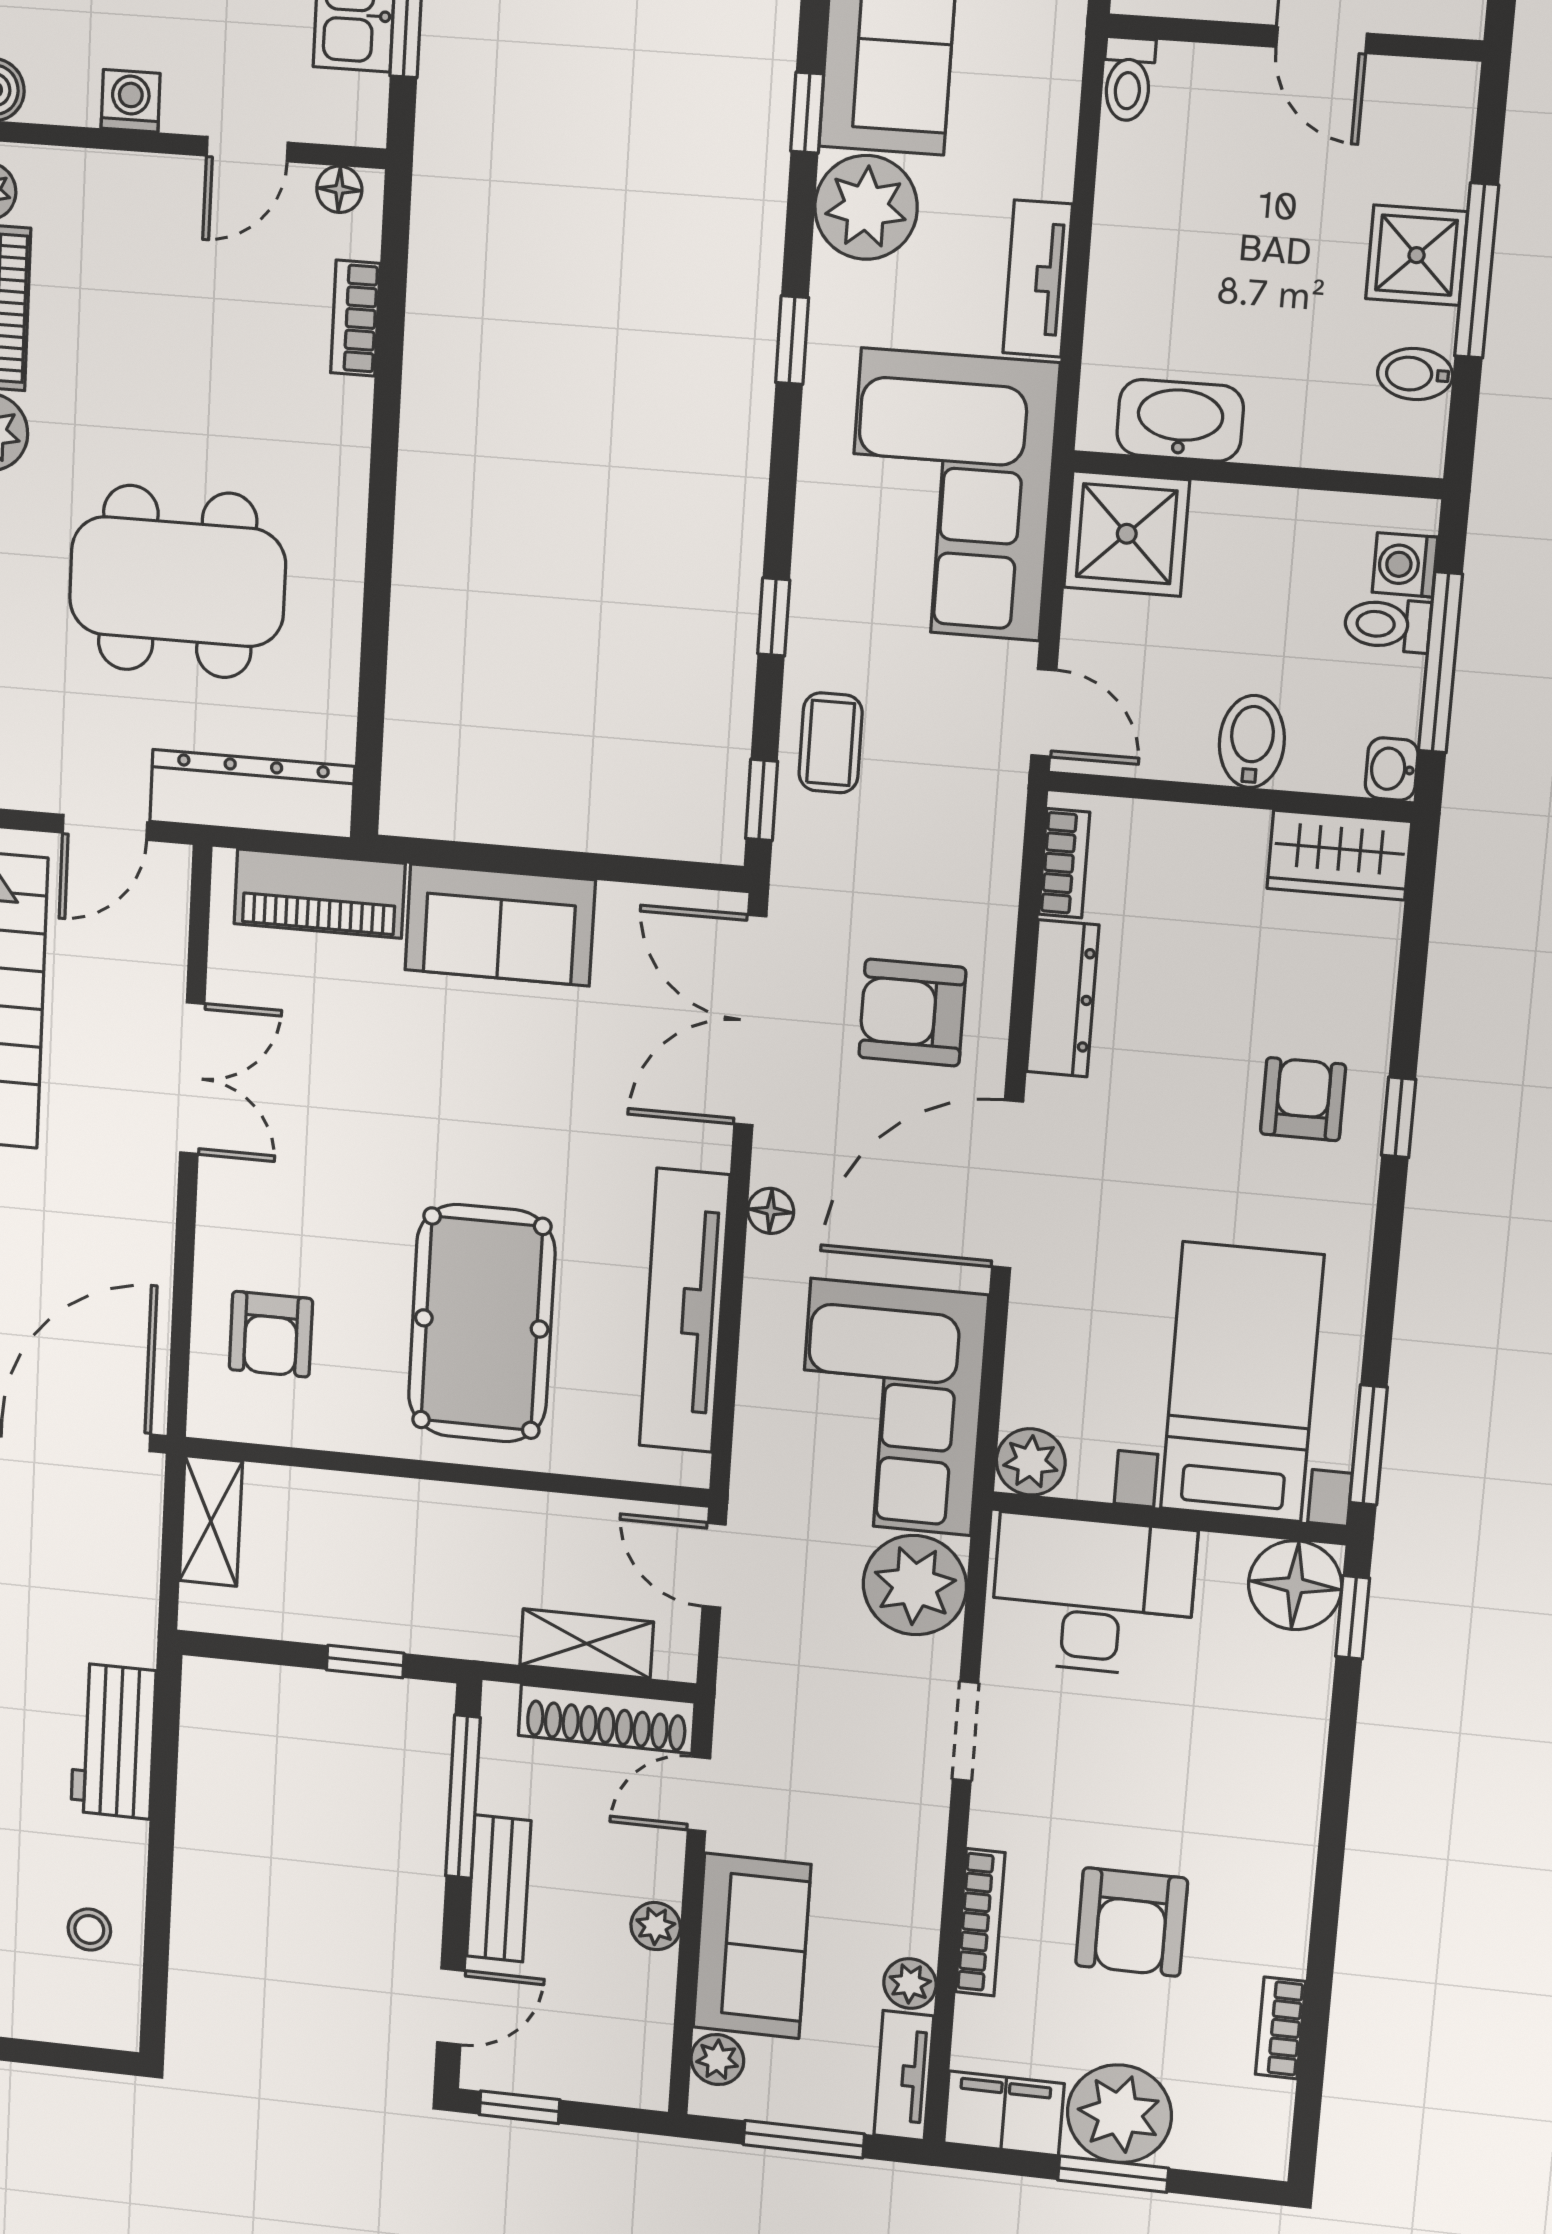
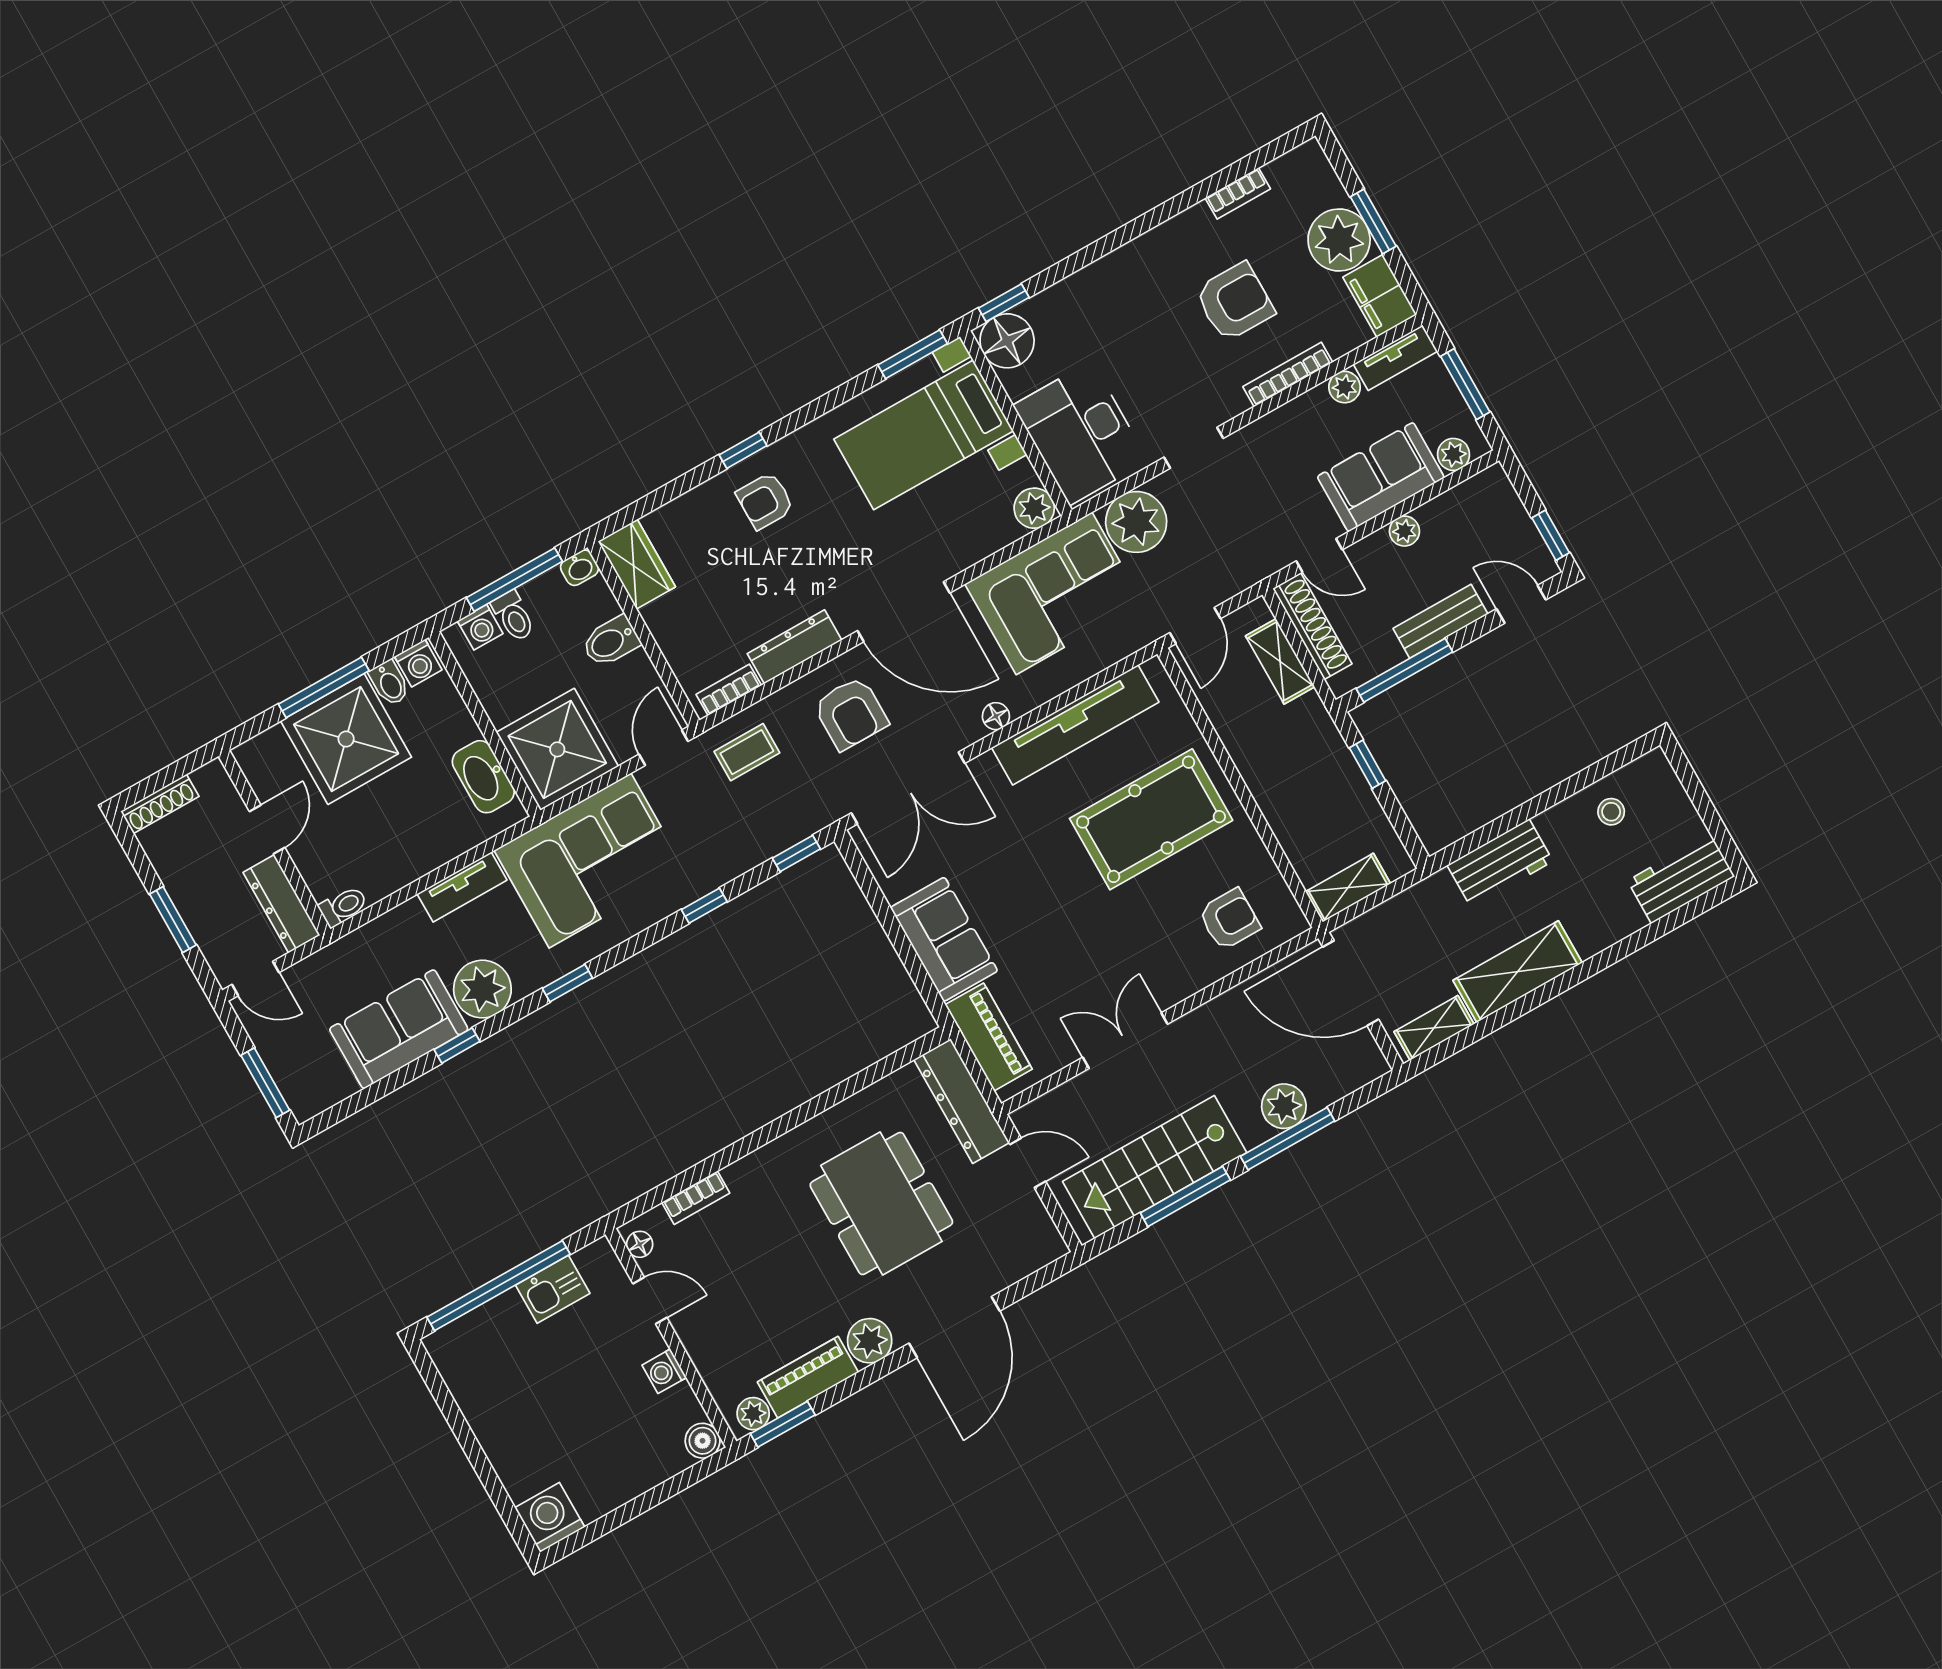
shower: (1417, 255) -> (346, 739), width x1.86, depth x1.86
washing machine: (1415, 437) -> (418, 663), added
shower: (1127, 534) -> (557, 749), width x1.37, depth x1.37
coffee table: (831, 743) -> (747, 752), moved

